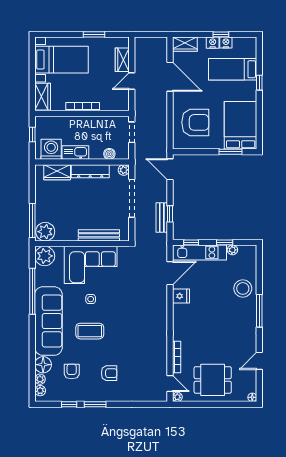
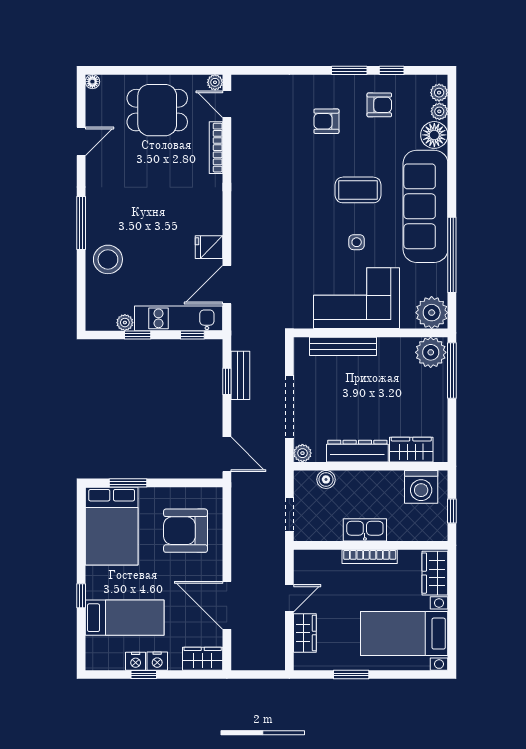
kitchen sink: (75, 152) -> (365, 530), moved, turned 180
armchair: (72, 371) -> (379, 105), moved, turned -90

